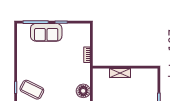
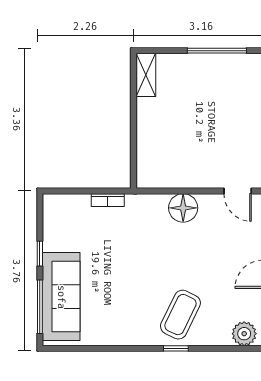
sofa: (46, 32) -> (61, 297), width x1.36
shelving: (120, 73) -> (146, 75), moved

